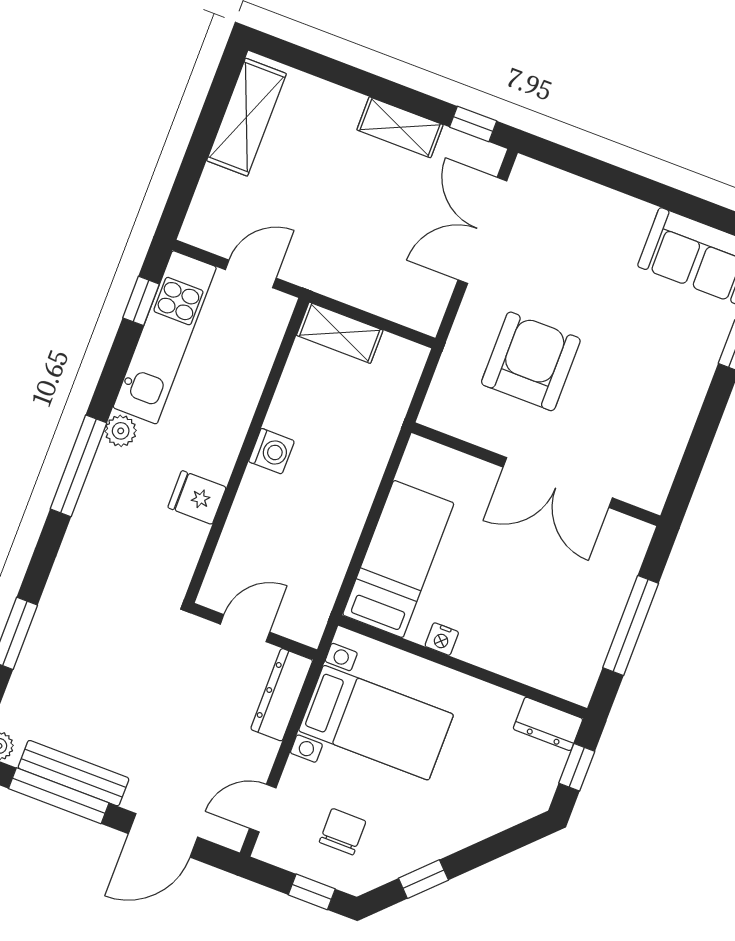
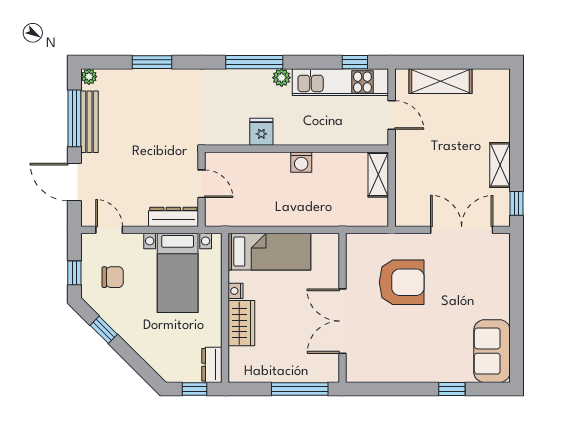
shelving: (246, 117) -> (440, 81), moved
window: (631, 626) -> (300, 389), moved
wardrobe: (498, 650) -> (241, 323), added

